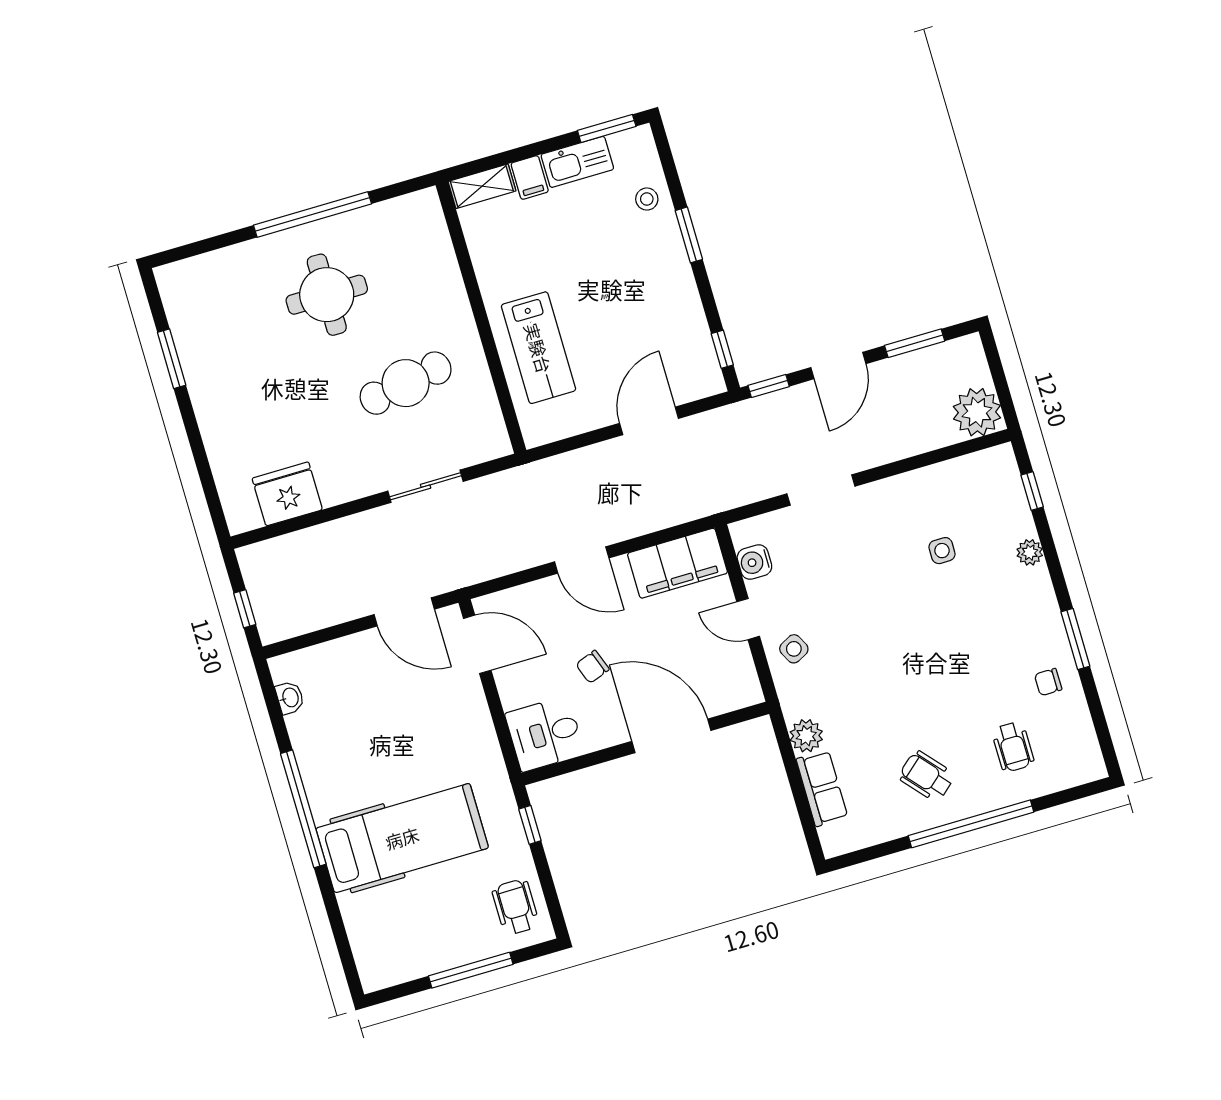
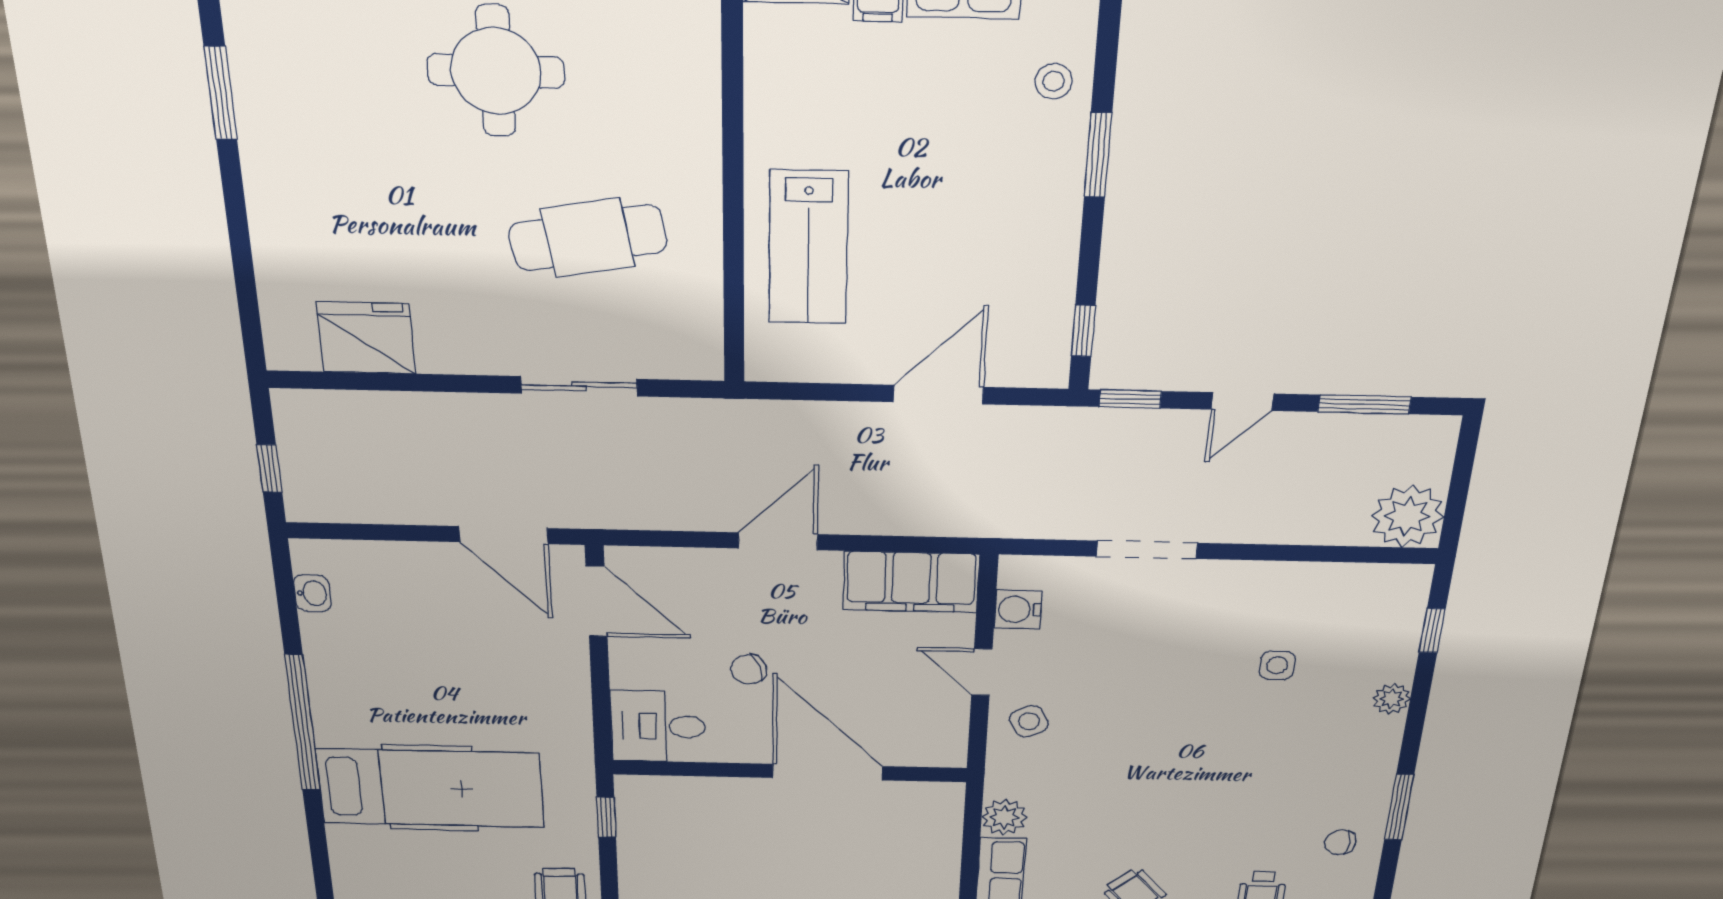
door: (838, 366) -> (1242, 402), width x0.73
door: (582, 560) -> (778, 541), swing flipped

